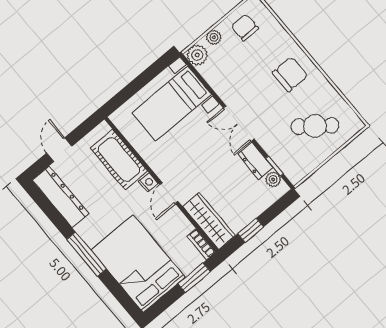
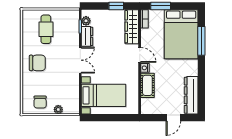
plant: (197, 55) -> (73, 108), removed
chair: (290, 74) -> (37, 63), turned 180
cafe table: (315, 126) -> (46, 29), turned 52
cot: (119, 160) -> (147, 85), width x0.73, depth x0.75
door: (169, 193) -> (140, 55), hinge flipped
window: (87, 254) -> (201, 41), moved

